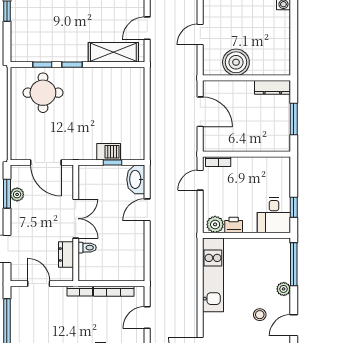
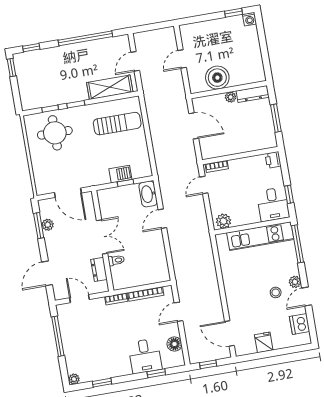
plant: (247, 87) -> (231, 97), added
sun lounger: (115, 94) -> (117, 124), added
printer: (234, 225) -> (273, 160), moved, turned -90
kitchen unit: (213, 275) -> (260, 236), moved, turned 90
plant: (284, 289) -> (295, 282), moved

